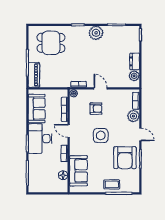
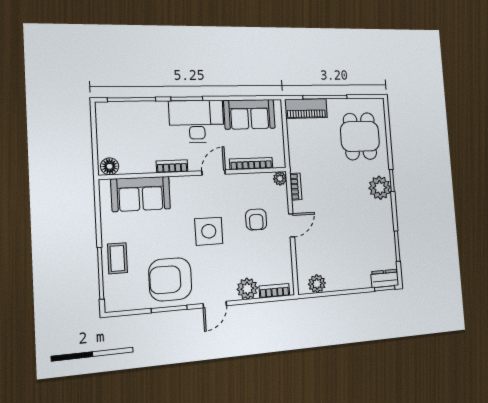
plant: (96, 33) -> (380, 188), moved
dresser: (135, 61) -> (385, 278), moved
floor lamp: (63, 175) -> (110, 166), moved

